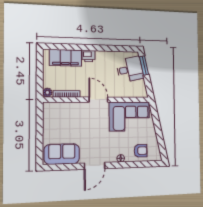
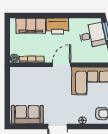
printer: (89, 56) -> (57, 26), width x1.87, depth x1.48
door: (98, 100) -> (62, 65), hinge flipped

